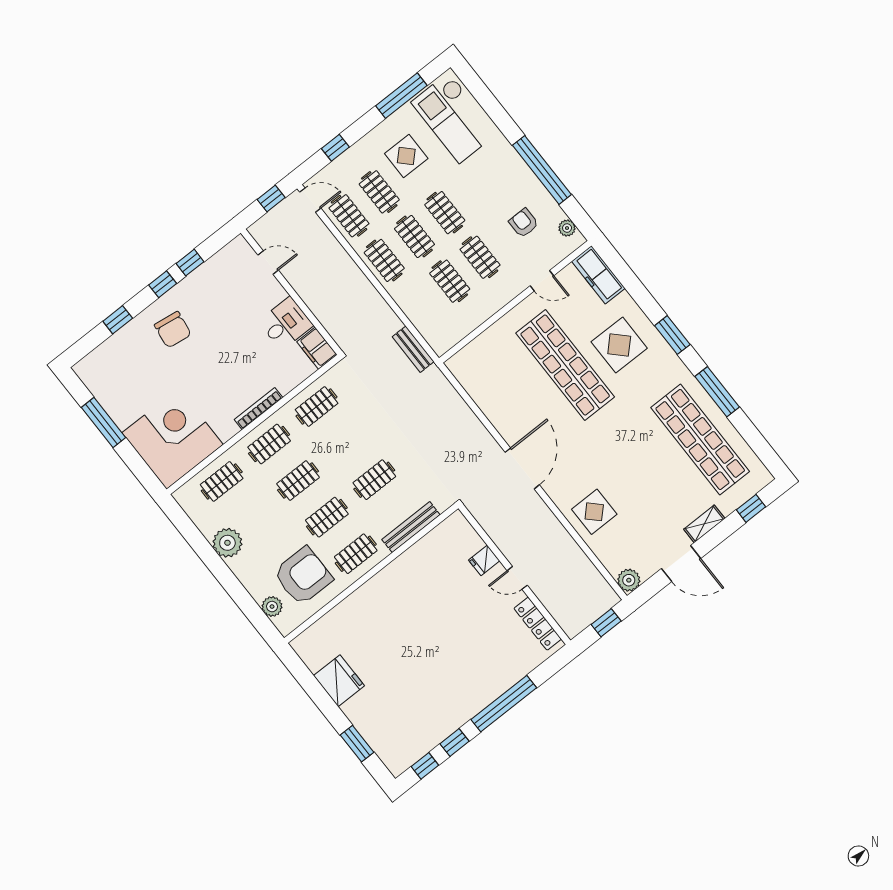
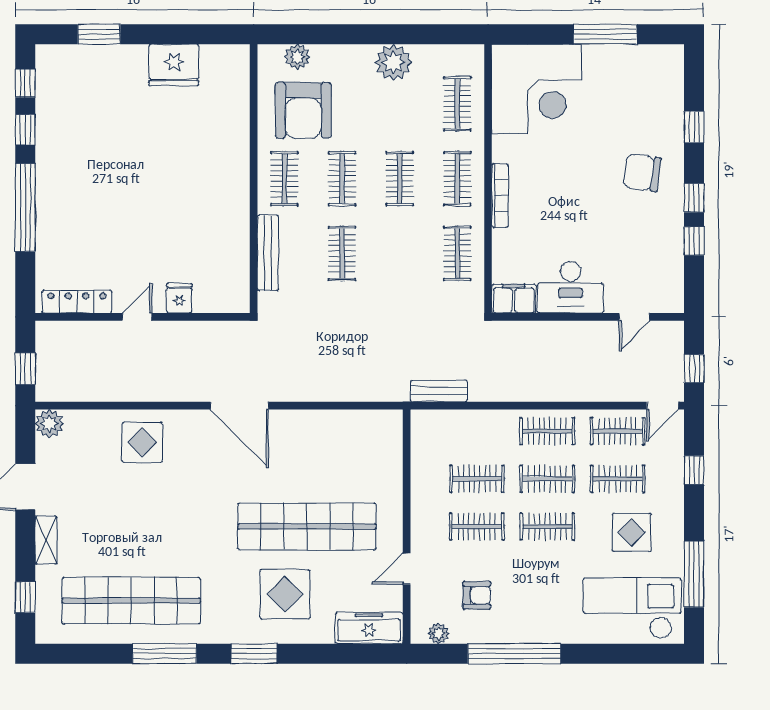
desk: (286, 323) -> (570, 287), width x1.37

